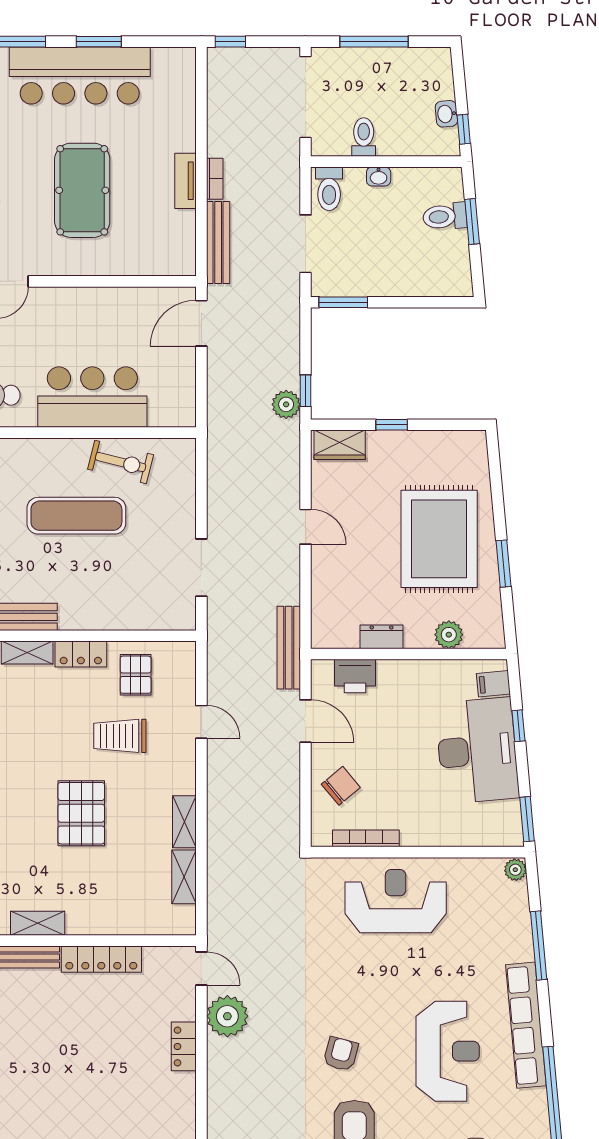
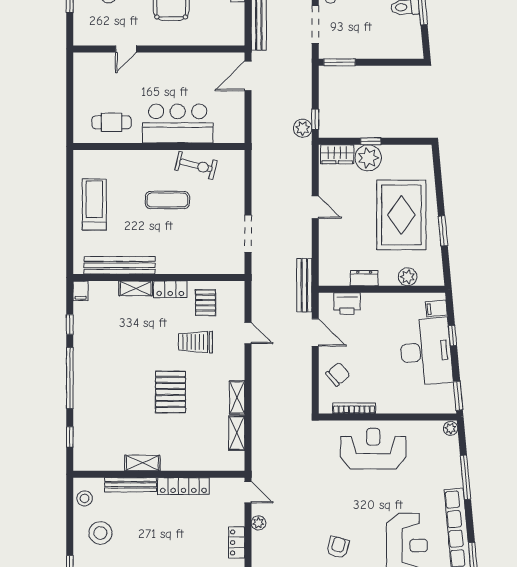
plant: (388, 450) -> (368, 158), added
exercise mat: (76, 516) -> (167, 200), width x0.73, depth x0.69
plant: (227, 1016) -> (258, 523), width x0.53, depth x0.53

